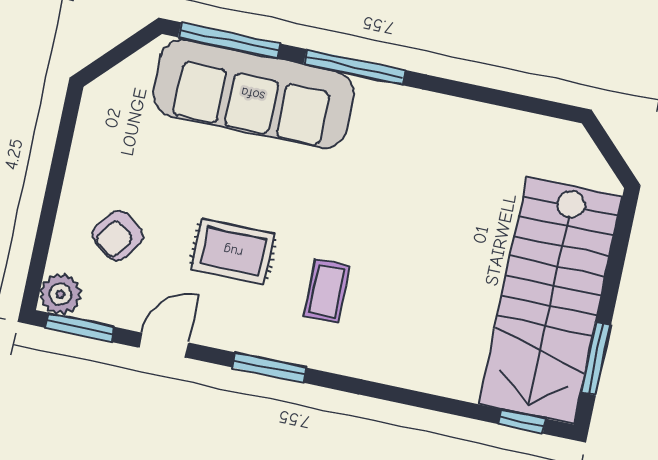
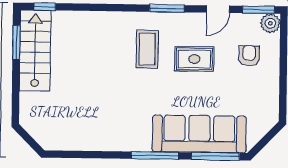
armchair: (118, 236) -> (249, 56), turned -36
coffee table: (327, 291) -> (147, 49), width x1.36, depth x1.30
stairs: (551, 300) -> (35, 51), width x0.73, depth x0.66

